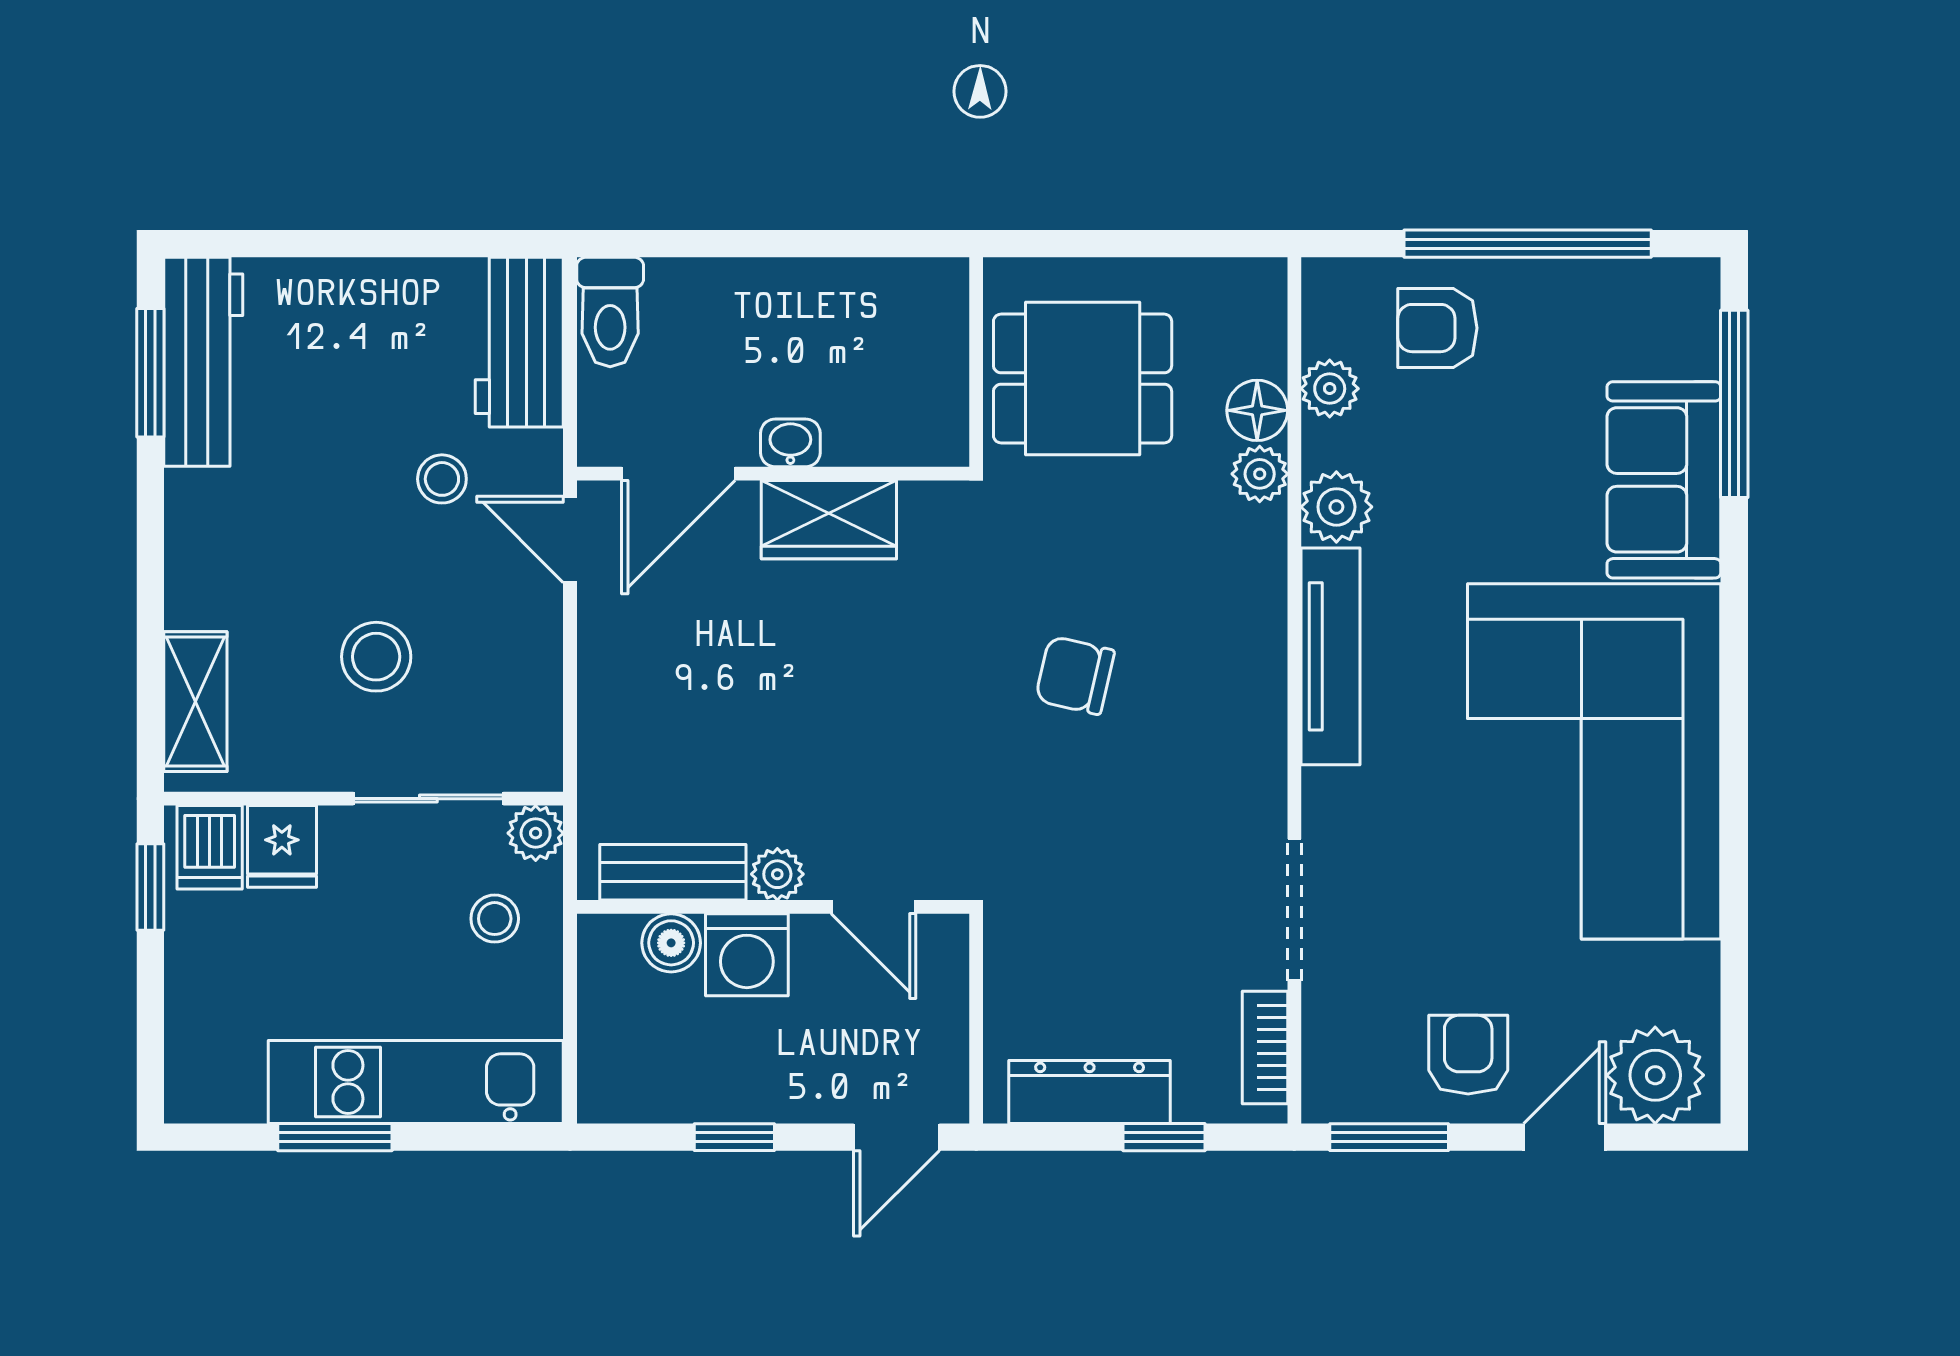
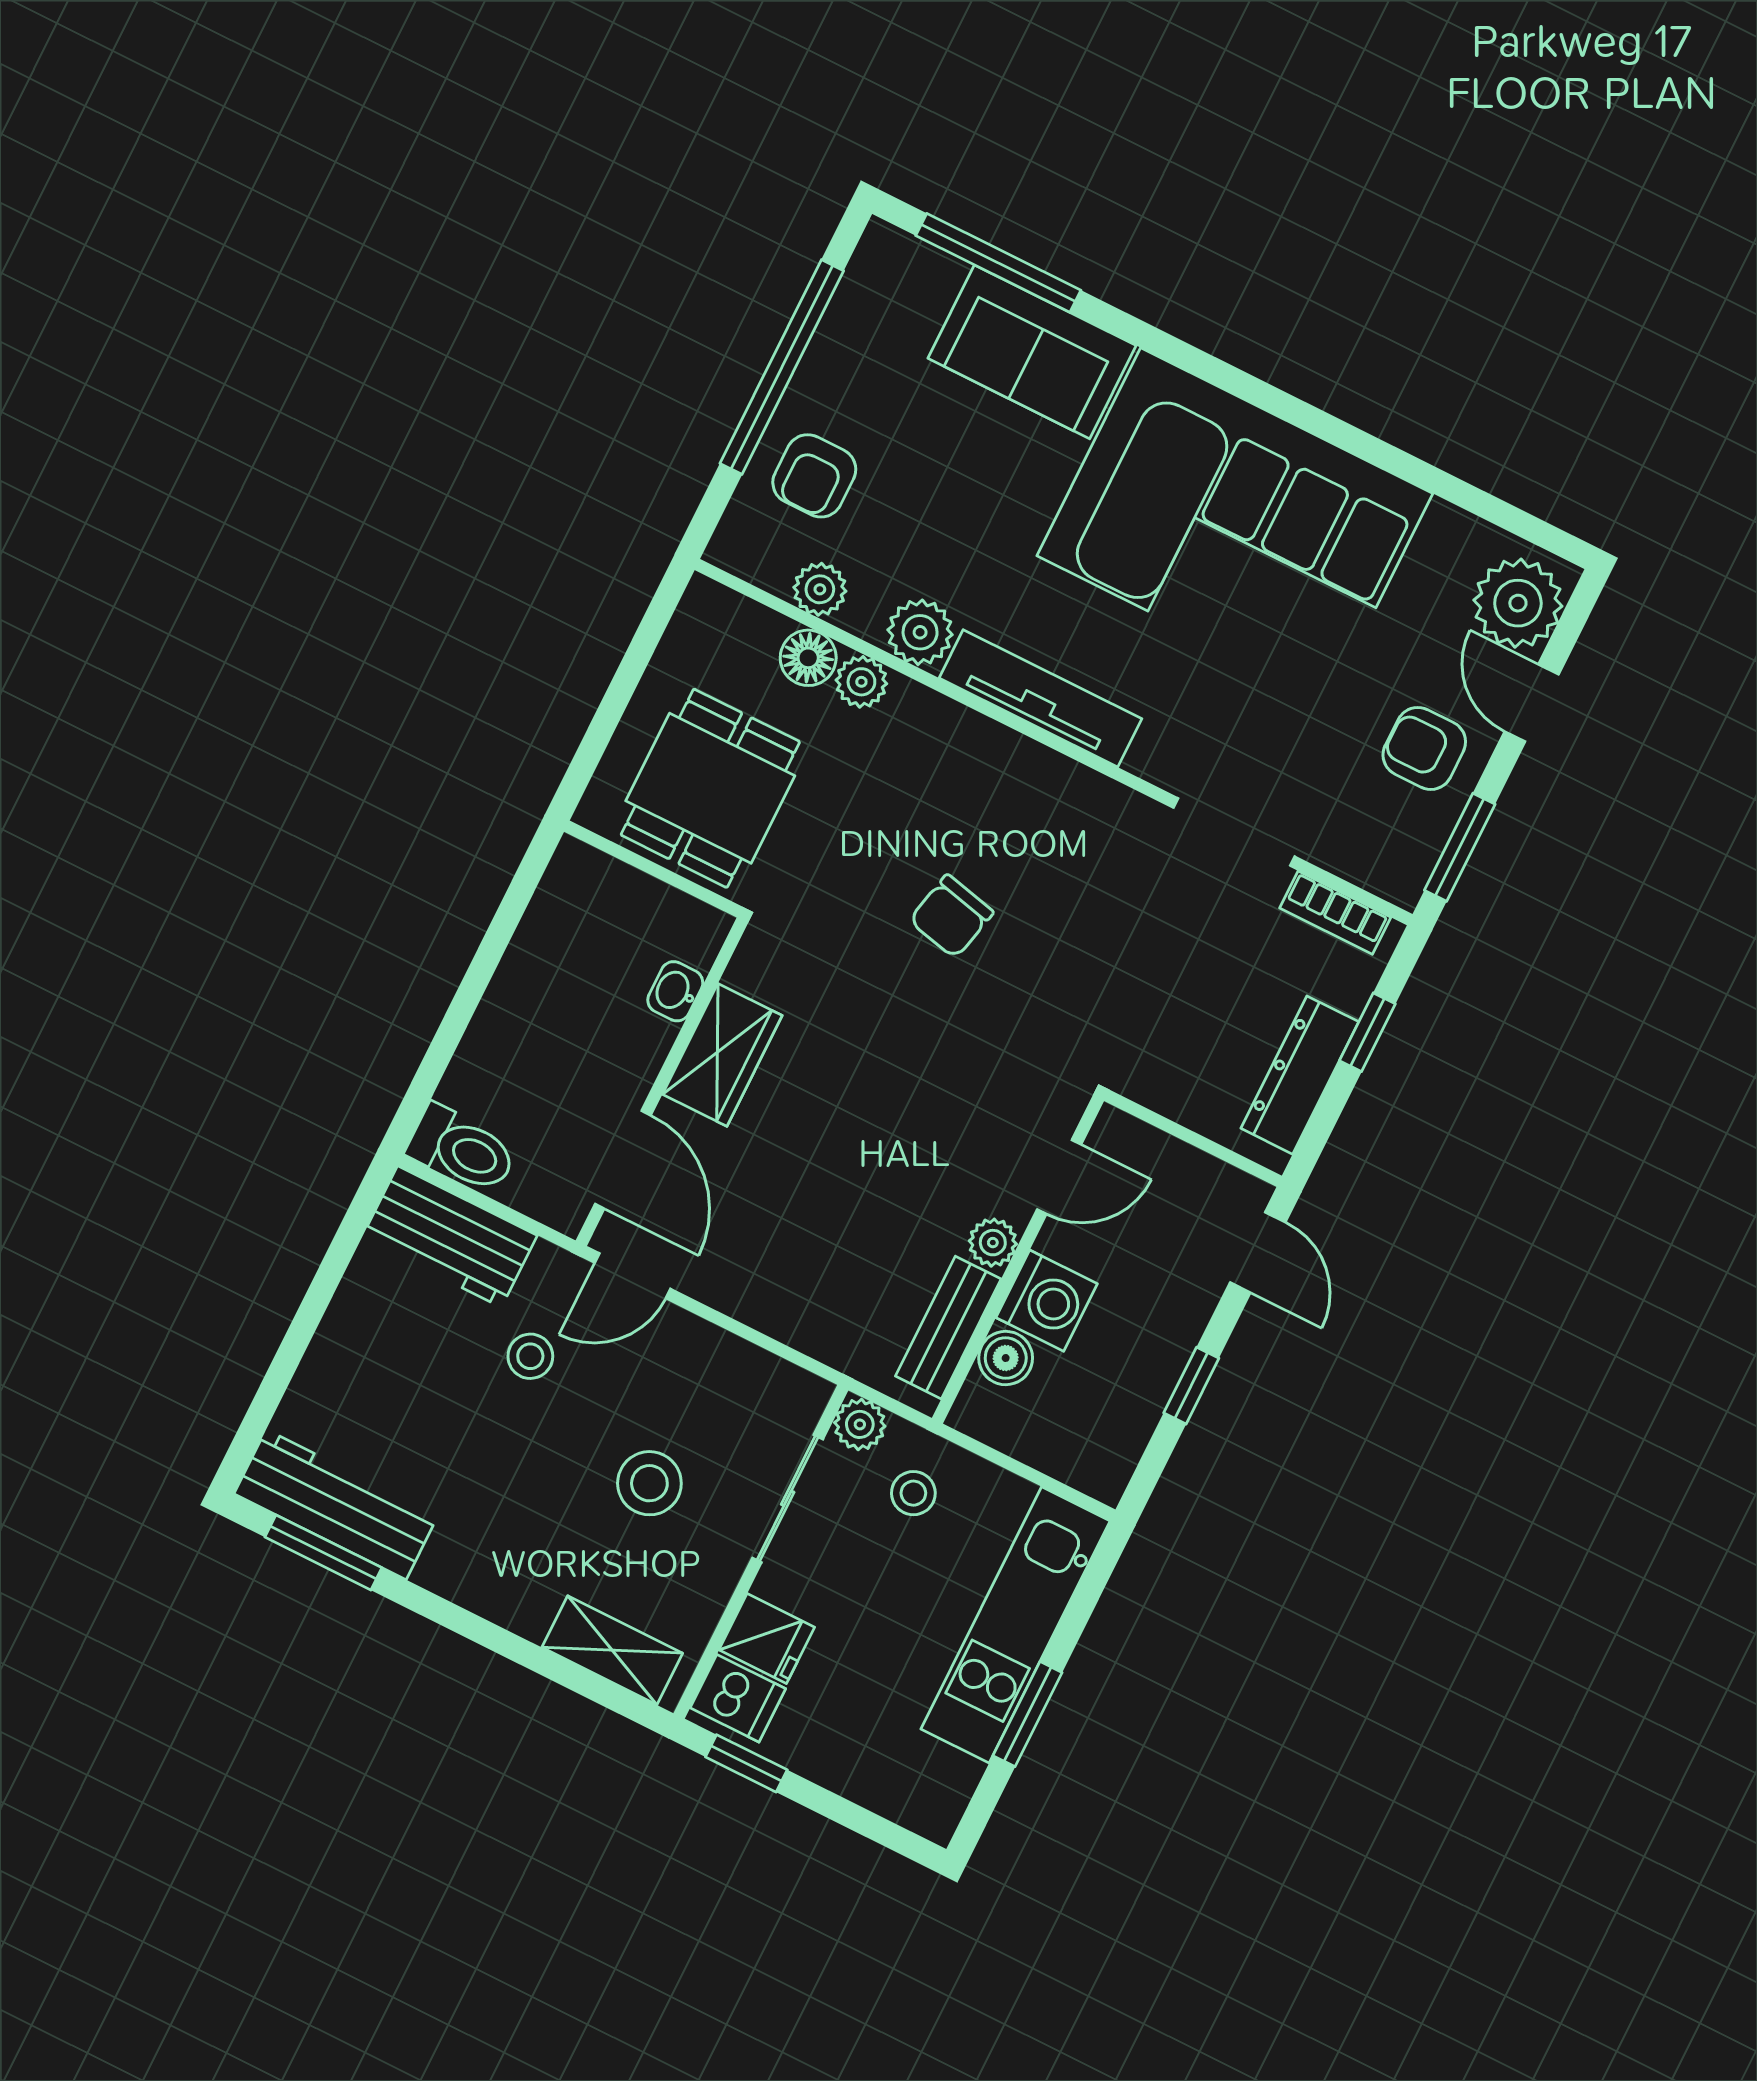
washbasin: (790, 443) -> (675, 991), moved

